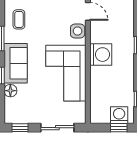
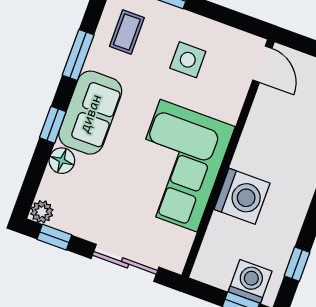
side table: (78, 31) -> (188, 60), moved
washing machine: (101, 55) -> (242, 196), moved
plant: (10, 118) -> (42, 212), added

